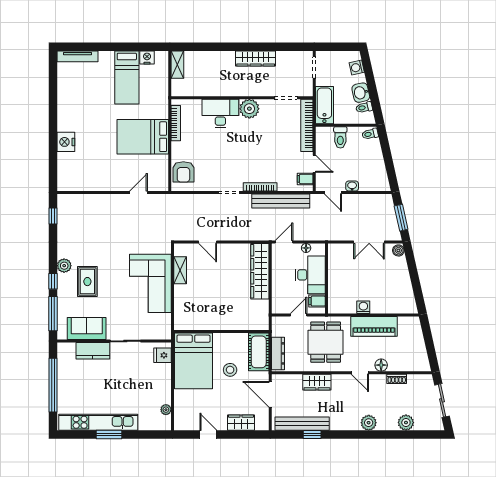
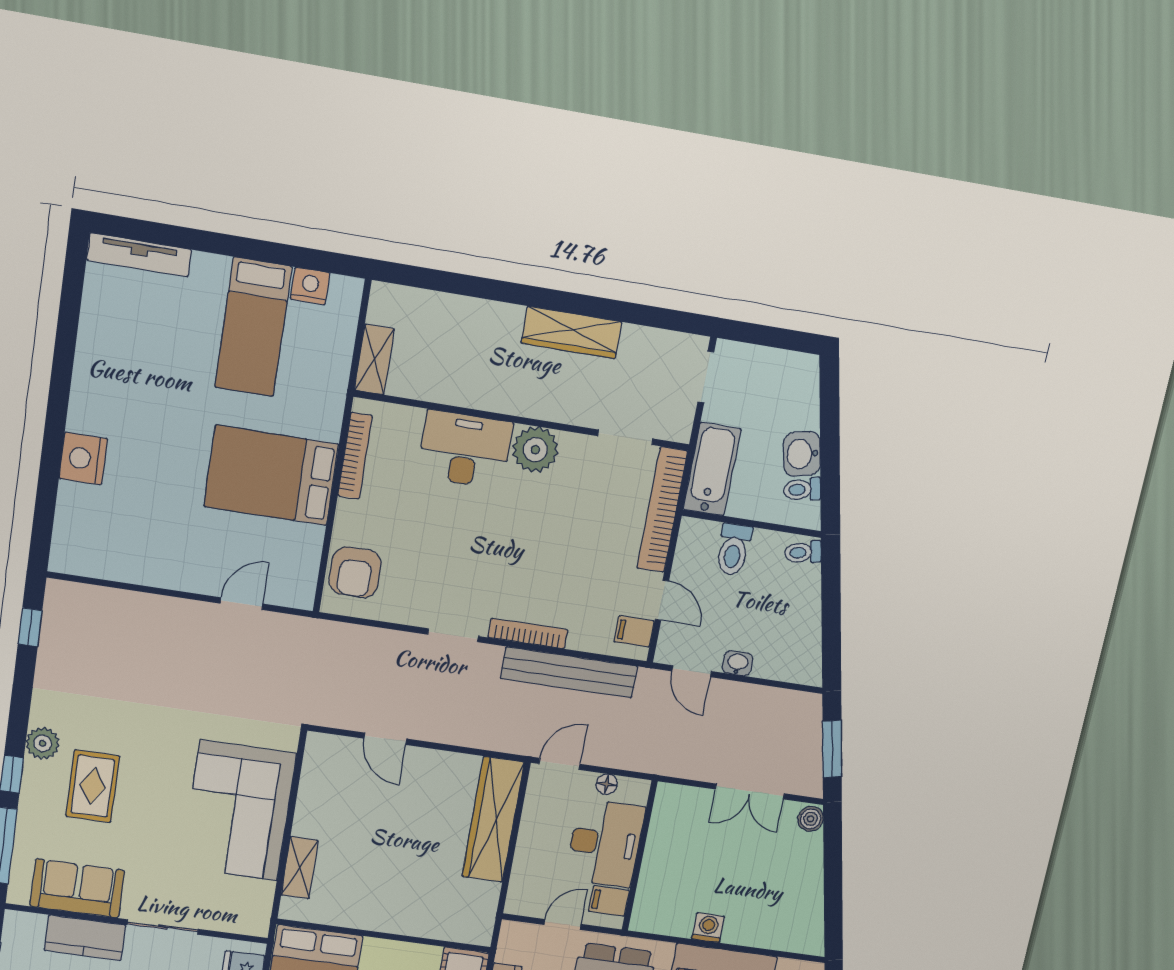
shelving: (177, 65) -> (374, 359), moved
washing machine: (357, 67) -> (805, 393), removed
shelving: (180, 270) -> (300, 868), moved

